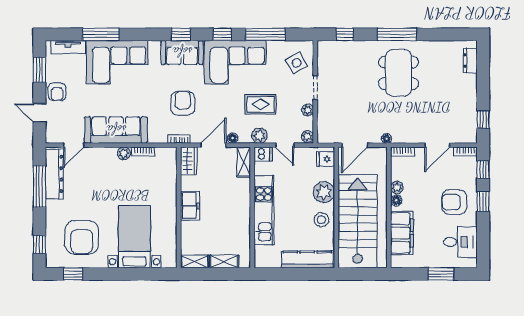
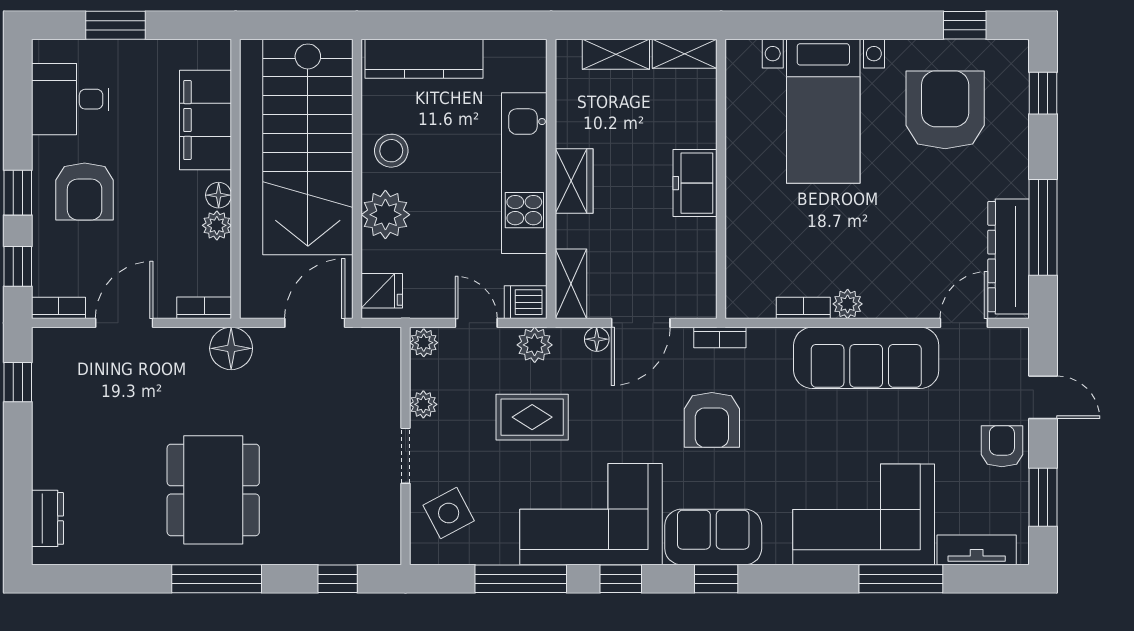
floor lamp: (386, 138) -> (231, 348), width x1.89, depth x1.89
wardrobe: (189, 161) -> (574, 181), moved, turned 180
armchair: (454, 202) -> (85, 191), turned 90

